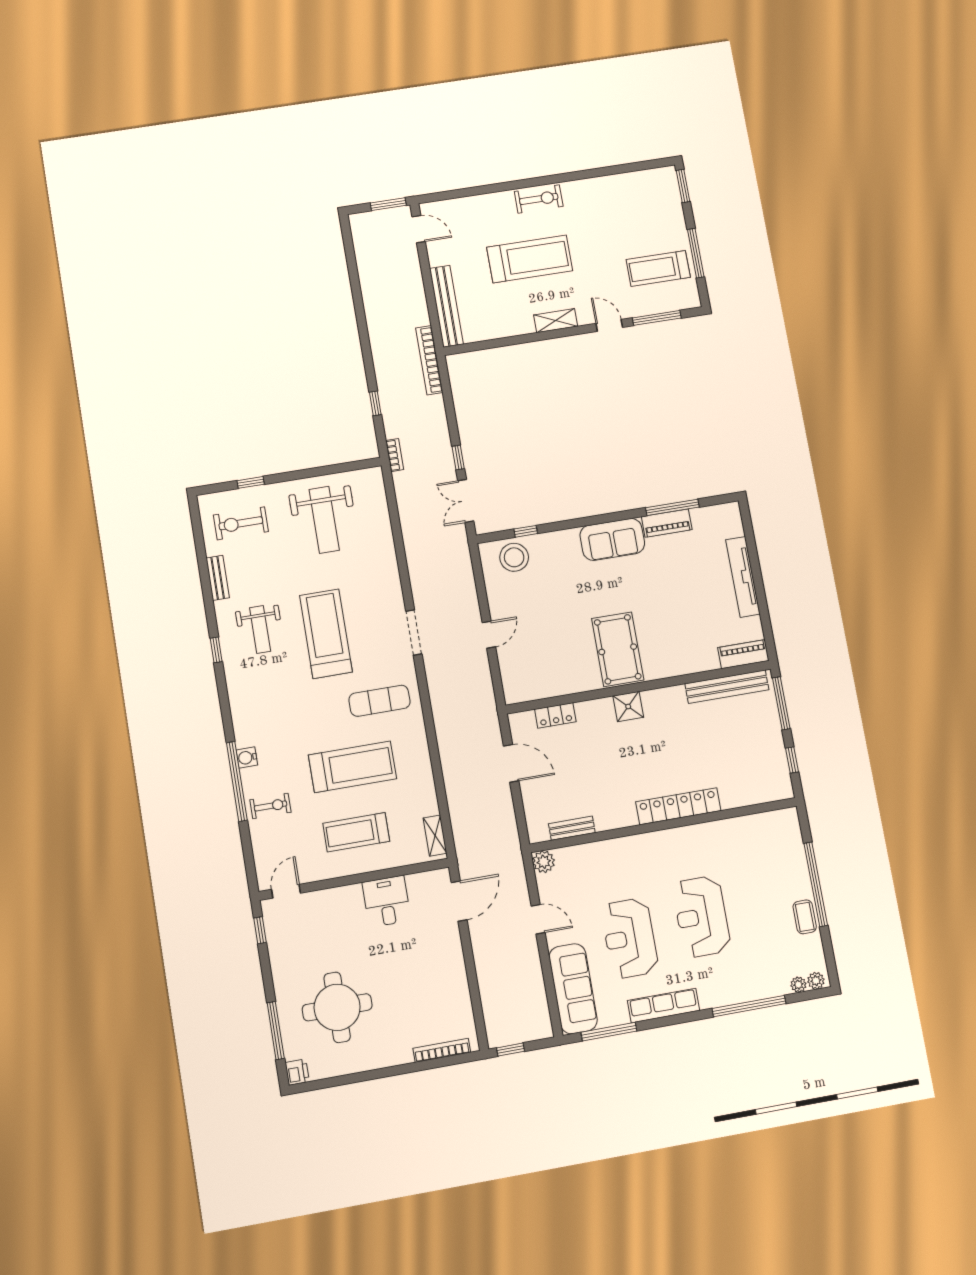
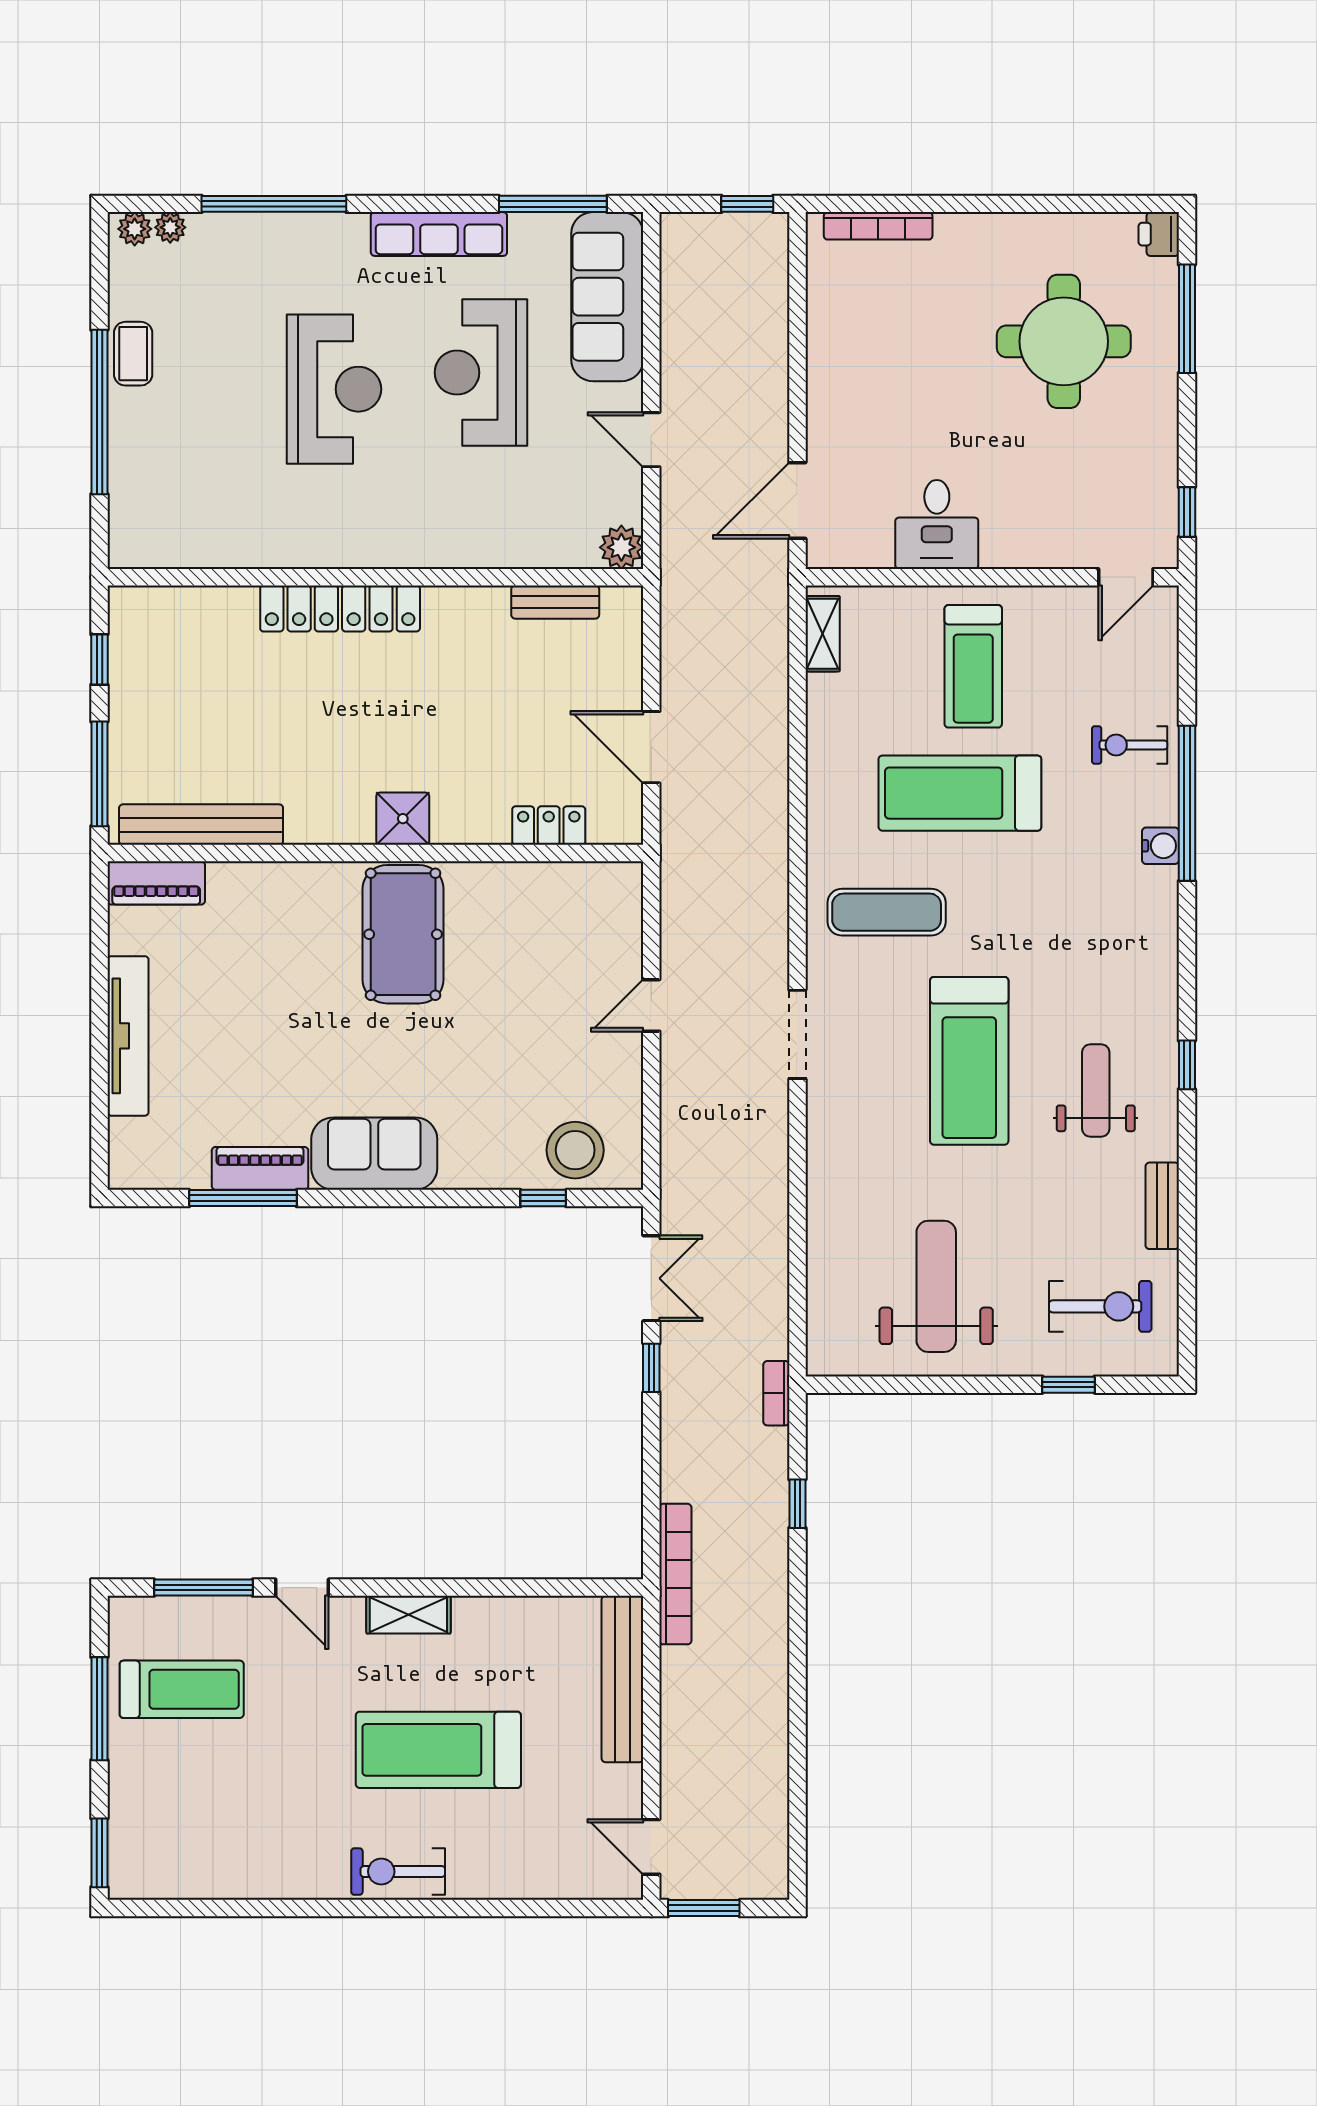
treadmill: (356, 832) -> (973, 666), turned 90
reception desk: (630, 938) -> (481, 373), turned 180

